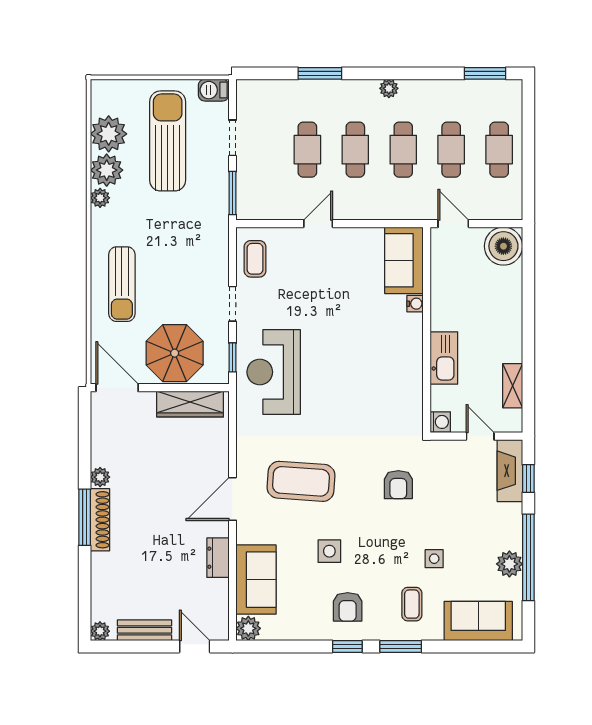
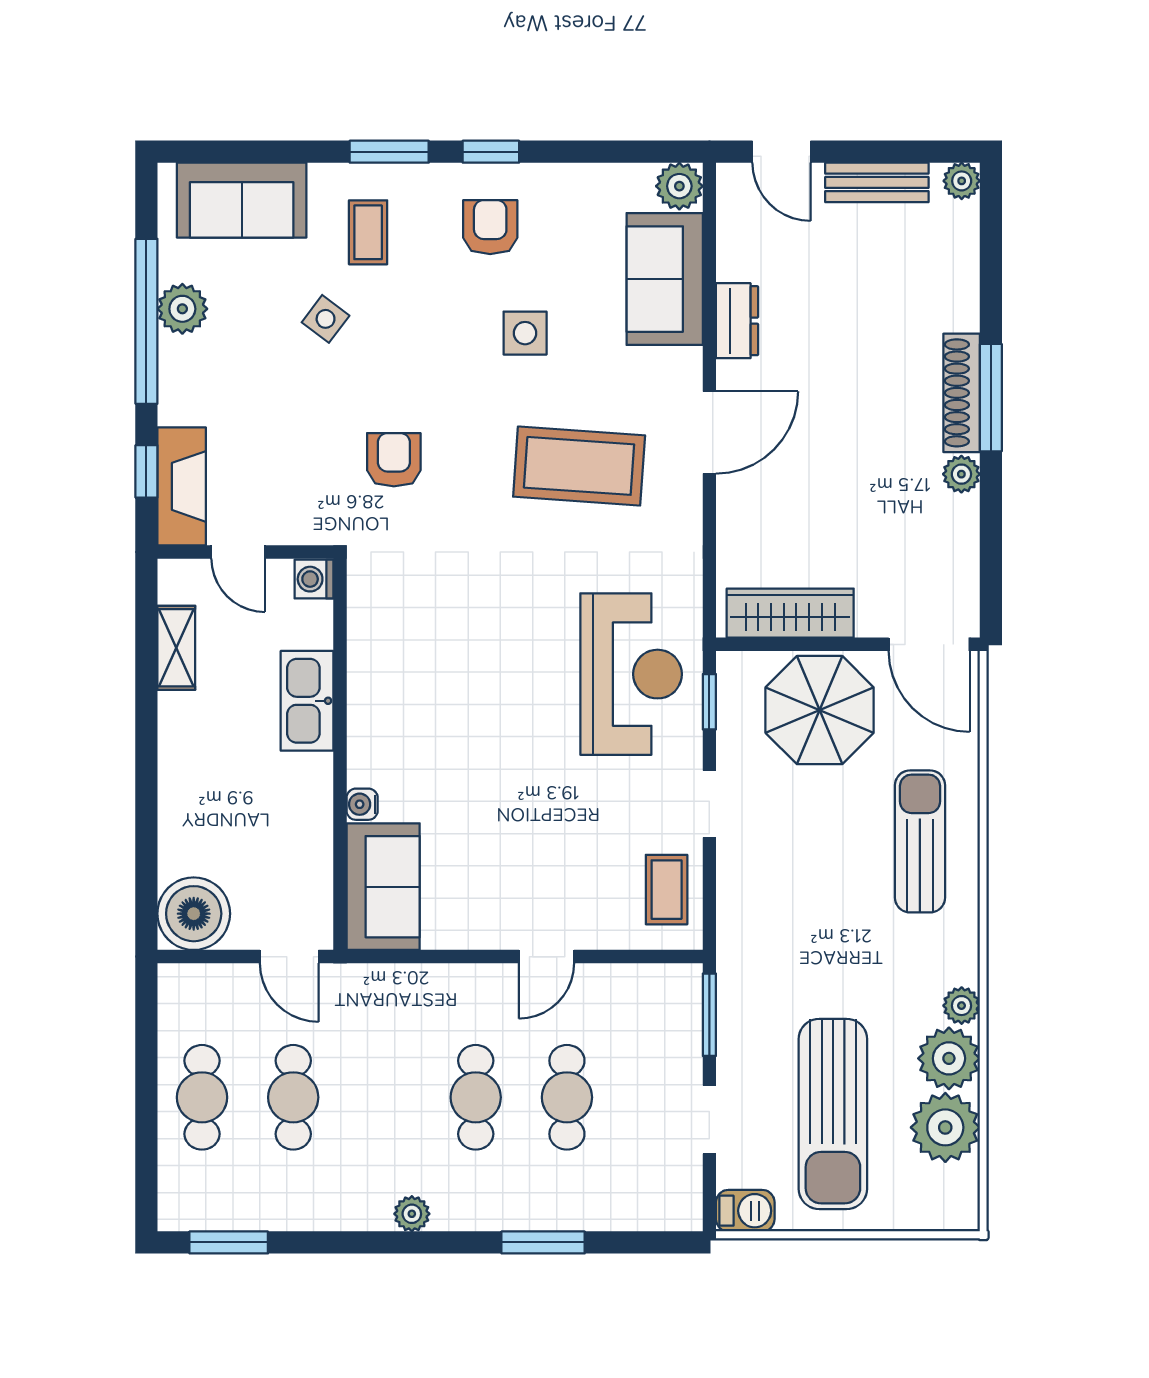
cafe table: (403, 150) -> (384, 1097), removed
side table: (434, 559) -> (326, 319), turned 37

